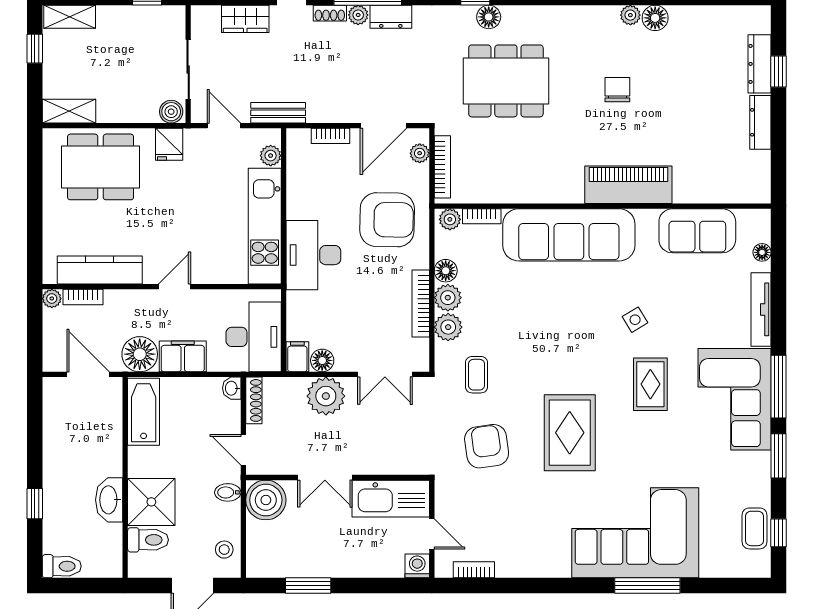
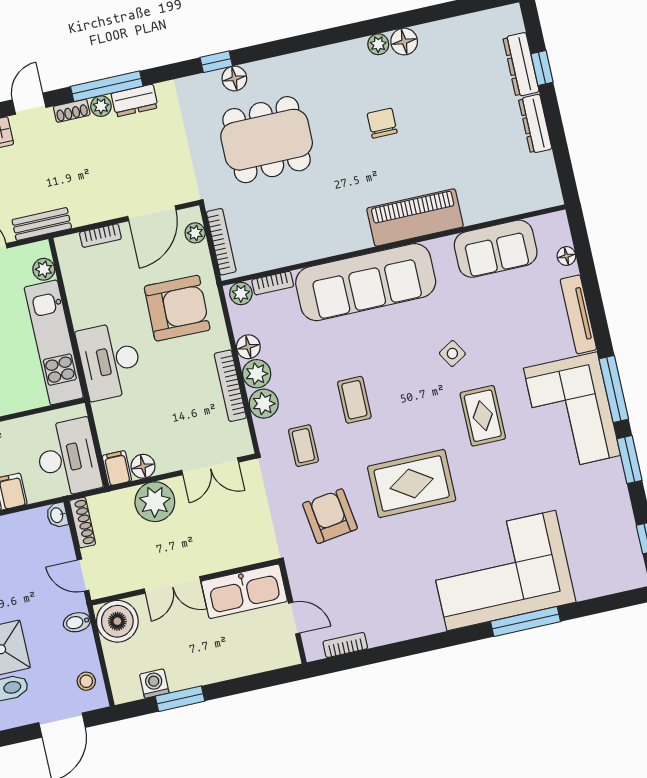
rug: (570, 433) -> (412, 483), turned 90
coffee table: (755, 528) -> (354, 400), moved
washing machine: (417, 566) -> (154, 684), moved

